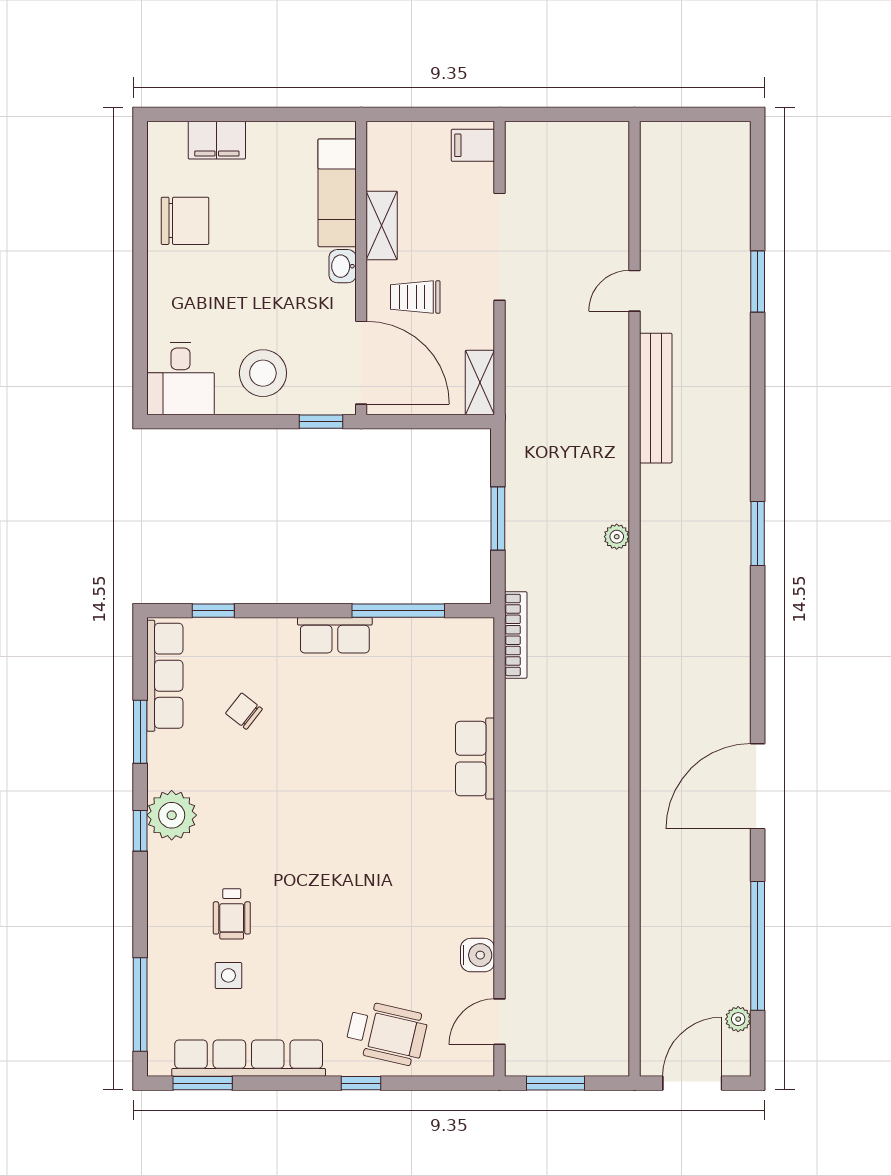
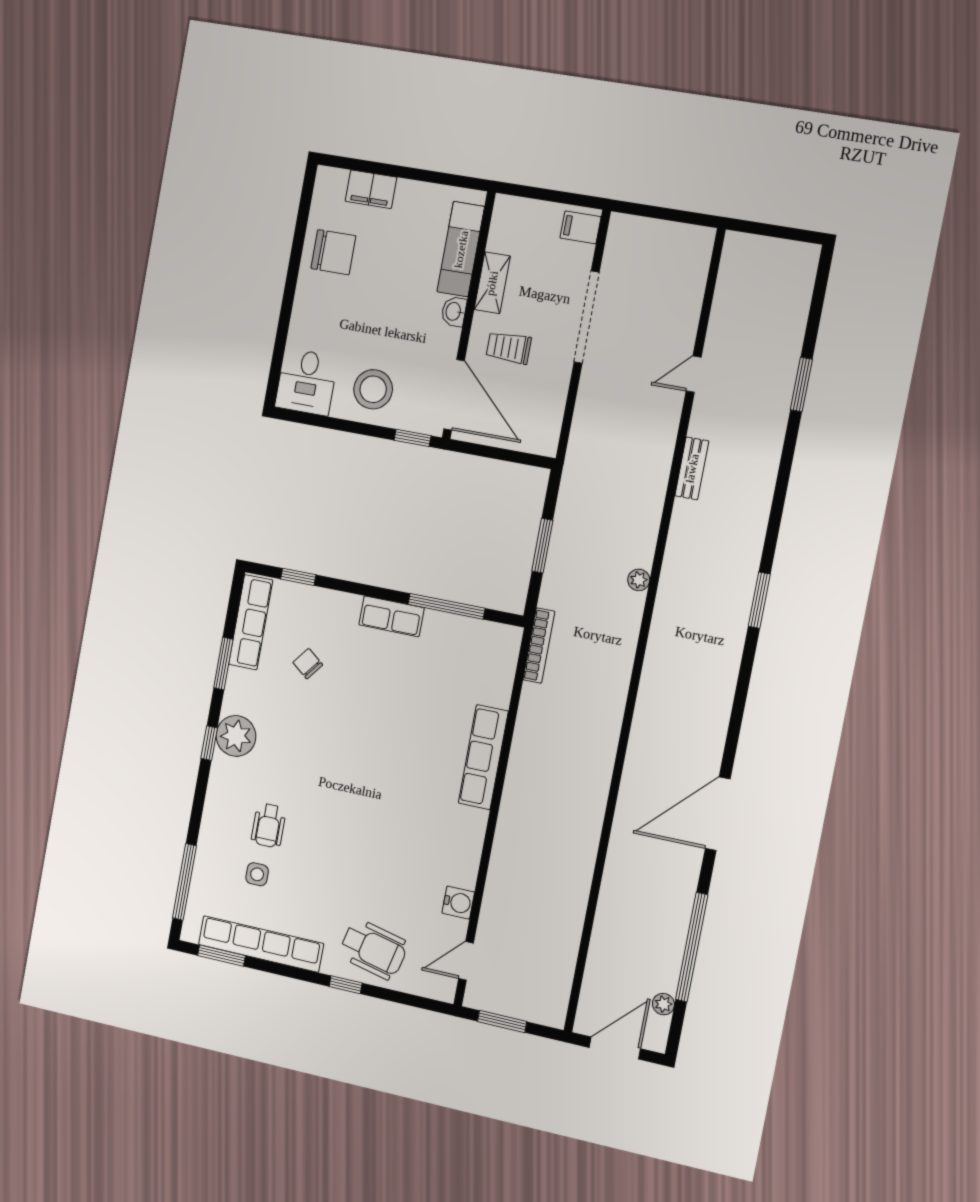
shelving: (480, 383) -> (549, 429), removed
bench: (656, 398) -> (692, 468), width x0.54, depth x0.82
row of seats: (475, 759) -> (483, 757), width x1.48

